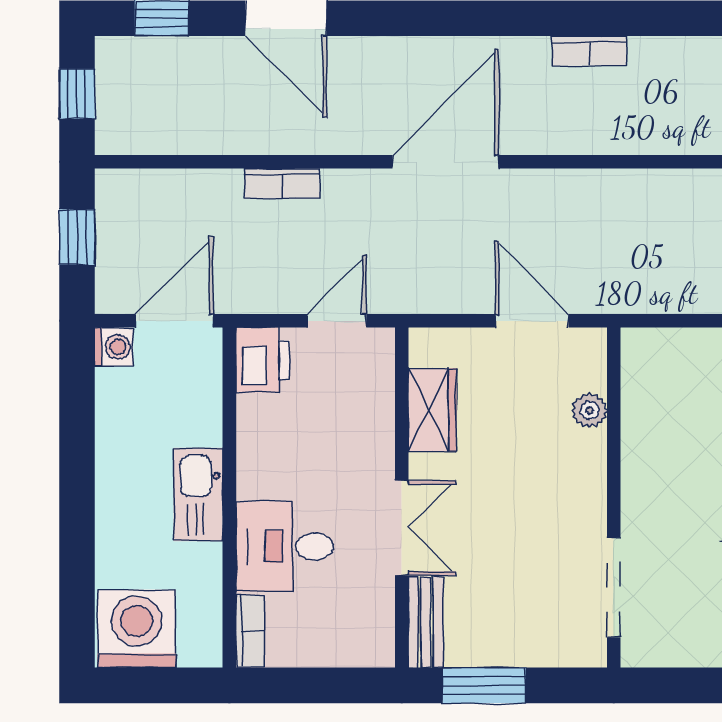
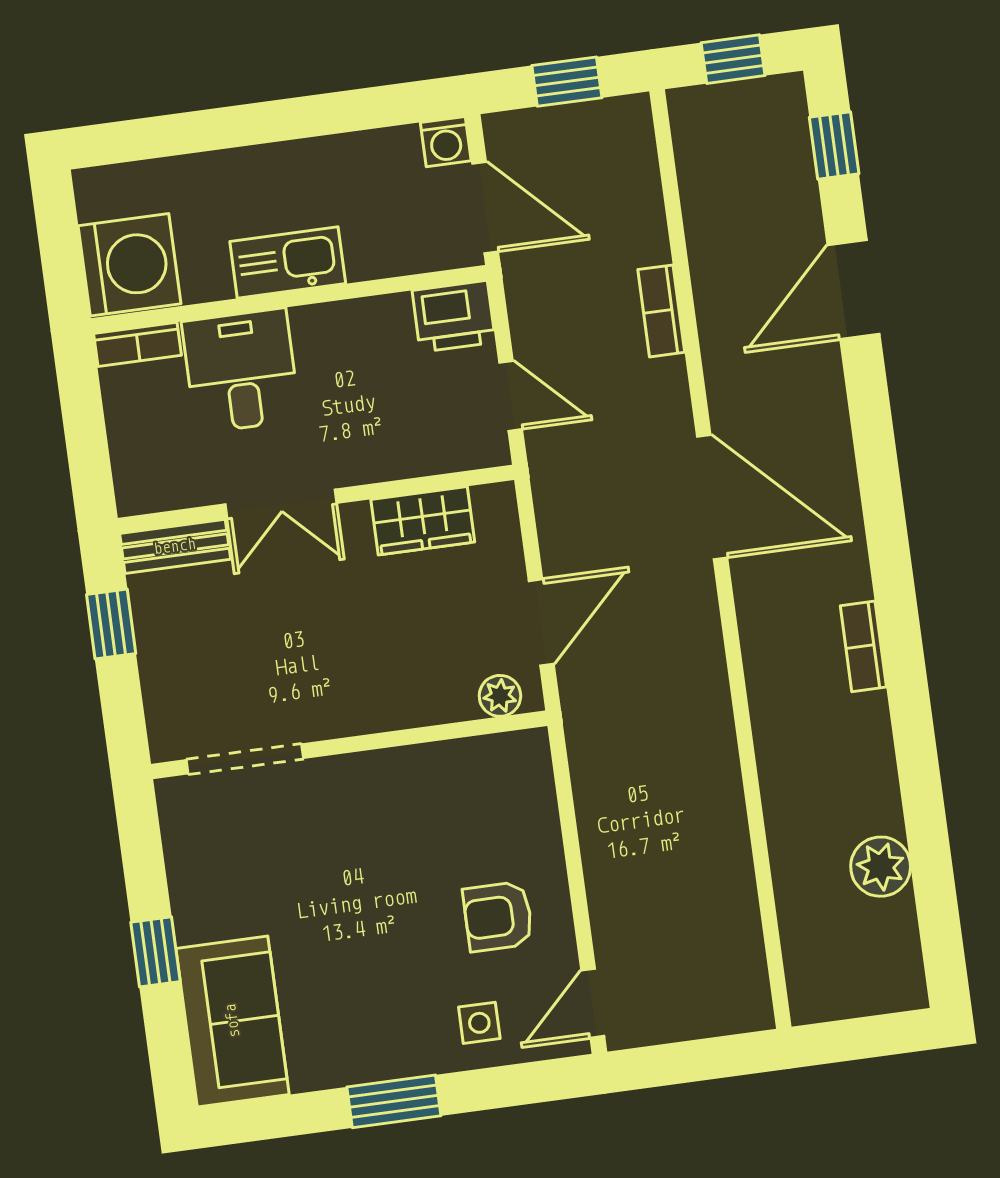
plant: (590, 410) -> (500, 696), moved
washing machine: (137, 629) -> (129, 265), moved
window: (484, 685) -> (111, 624), width x0.67

